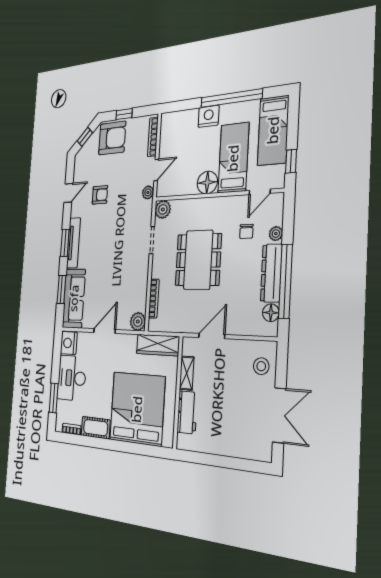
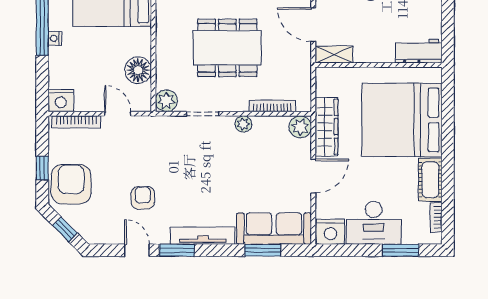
nightstand: (209, 116) -> (55, 38), width x0.53, depth x0.56
nightstand: (168, 122) -> (61, 100), added
floor lamp: (207, 182) -> (138, 70), moved
plant: (148, 192) -> (243, 124), moved
window: (65, 243) -> (177, 250), moved
door: (104, 331) -> (313, 176), swing flipped
wardrobe: (158, 345) -> (327, 127), moved
shelving: (187, 373) -> (334, 55), moved
workbench: (187, 412) -> (419, 51), moved

